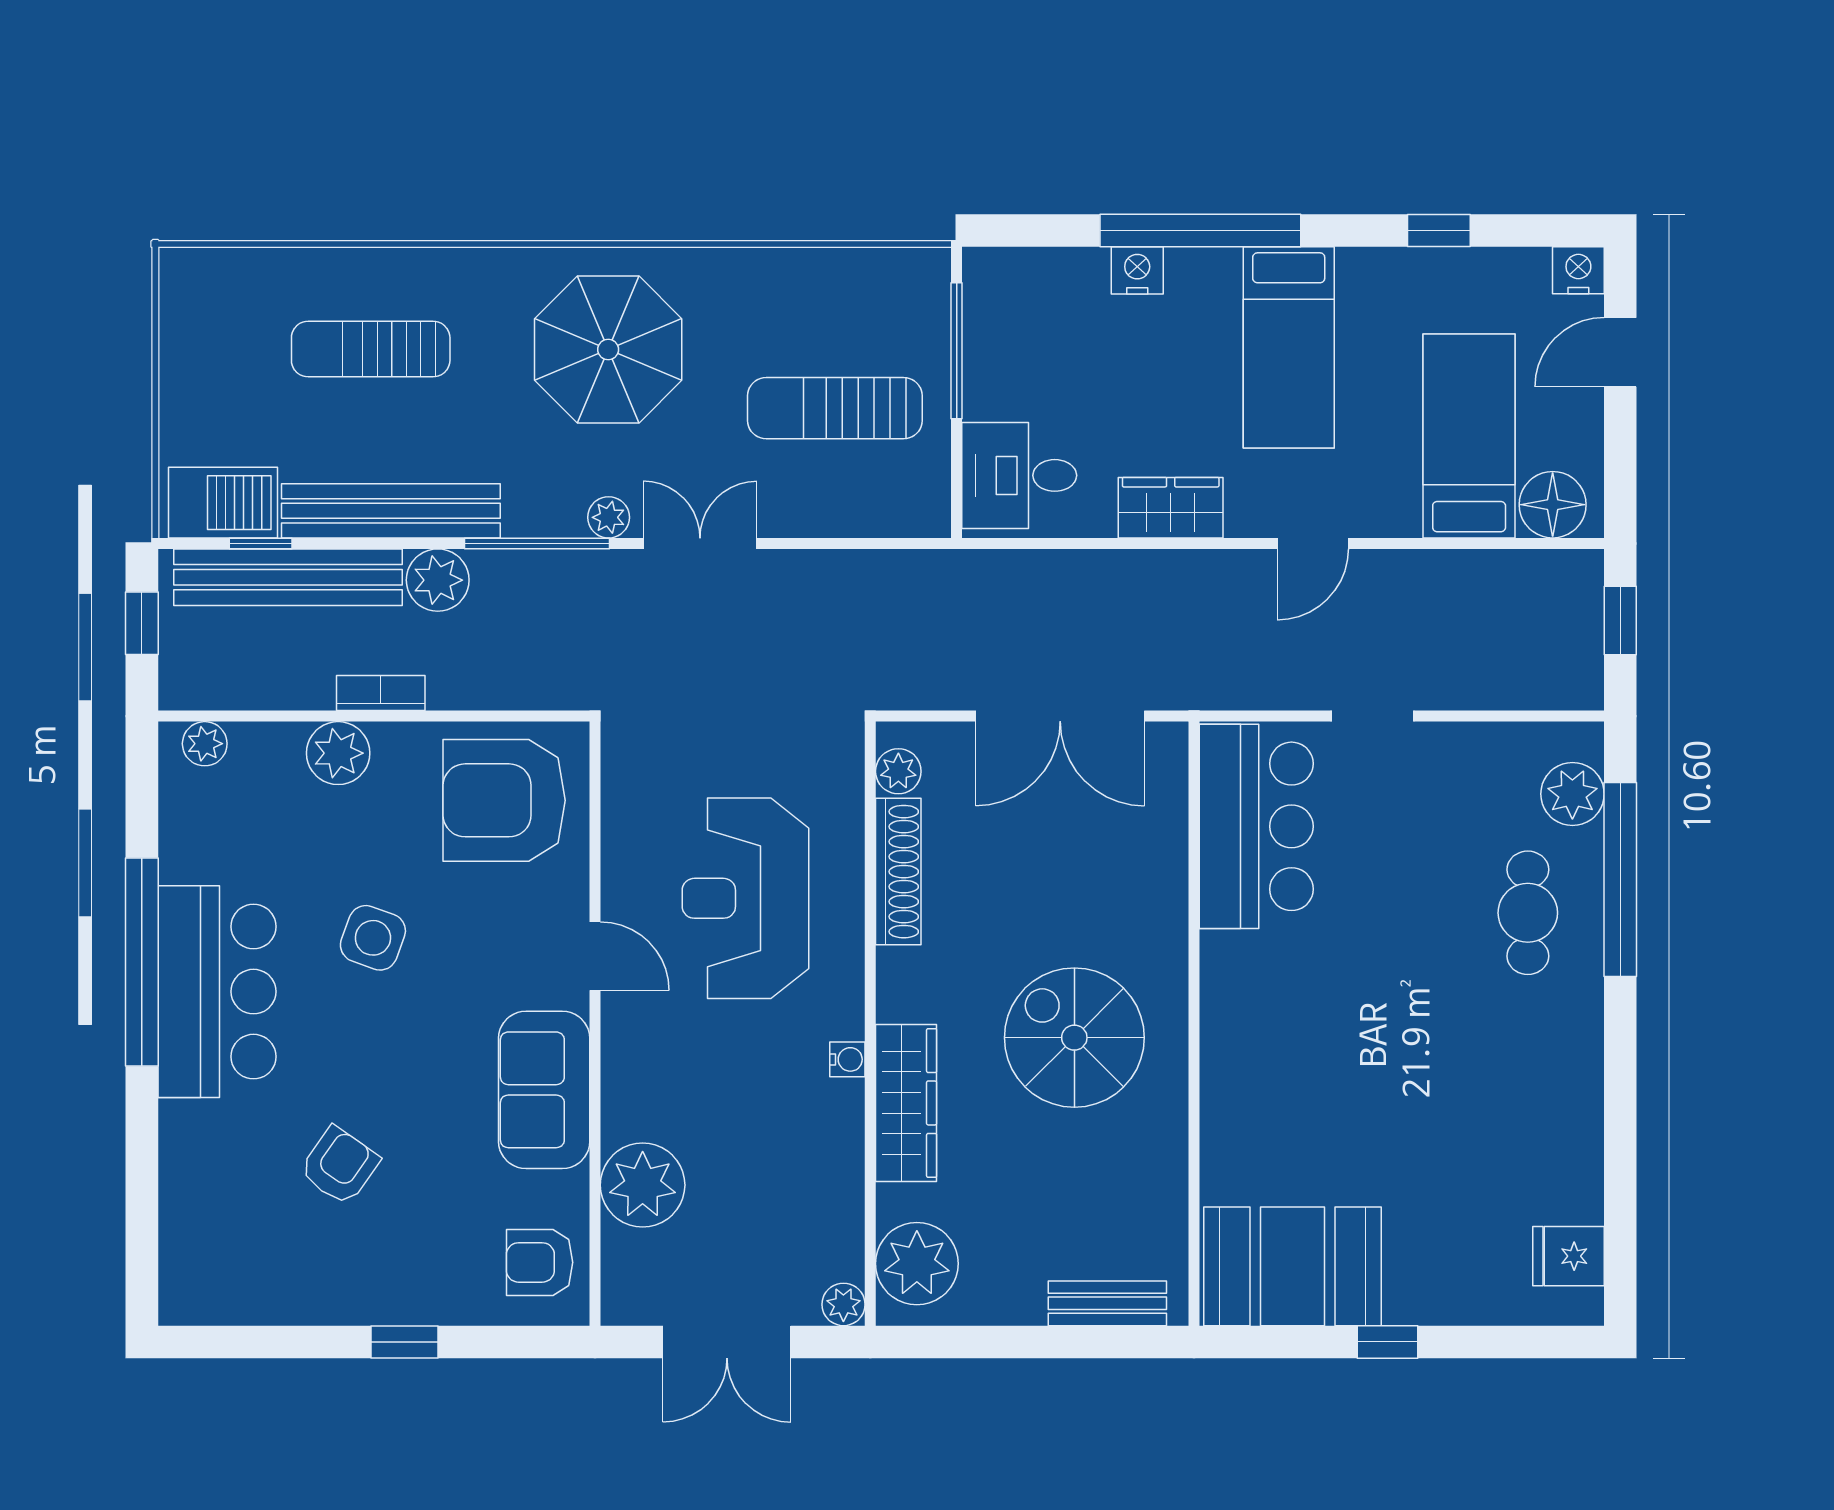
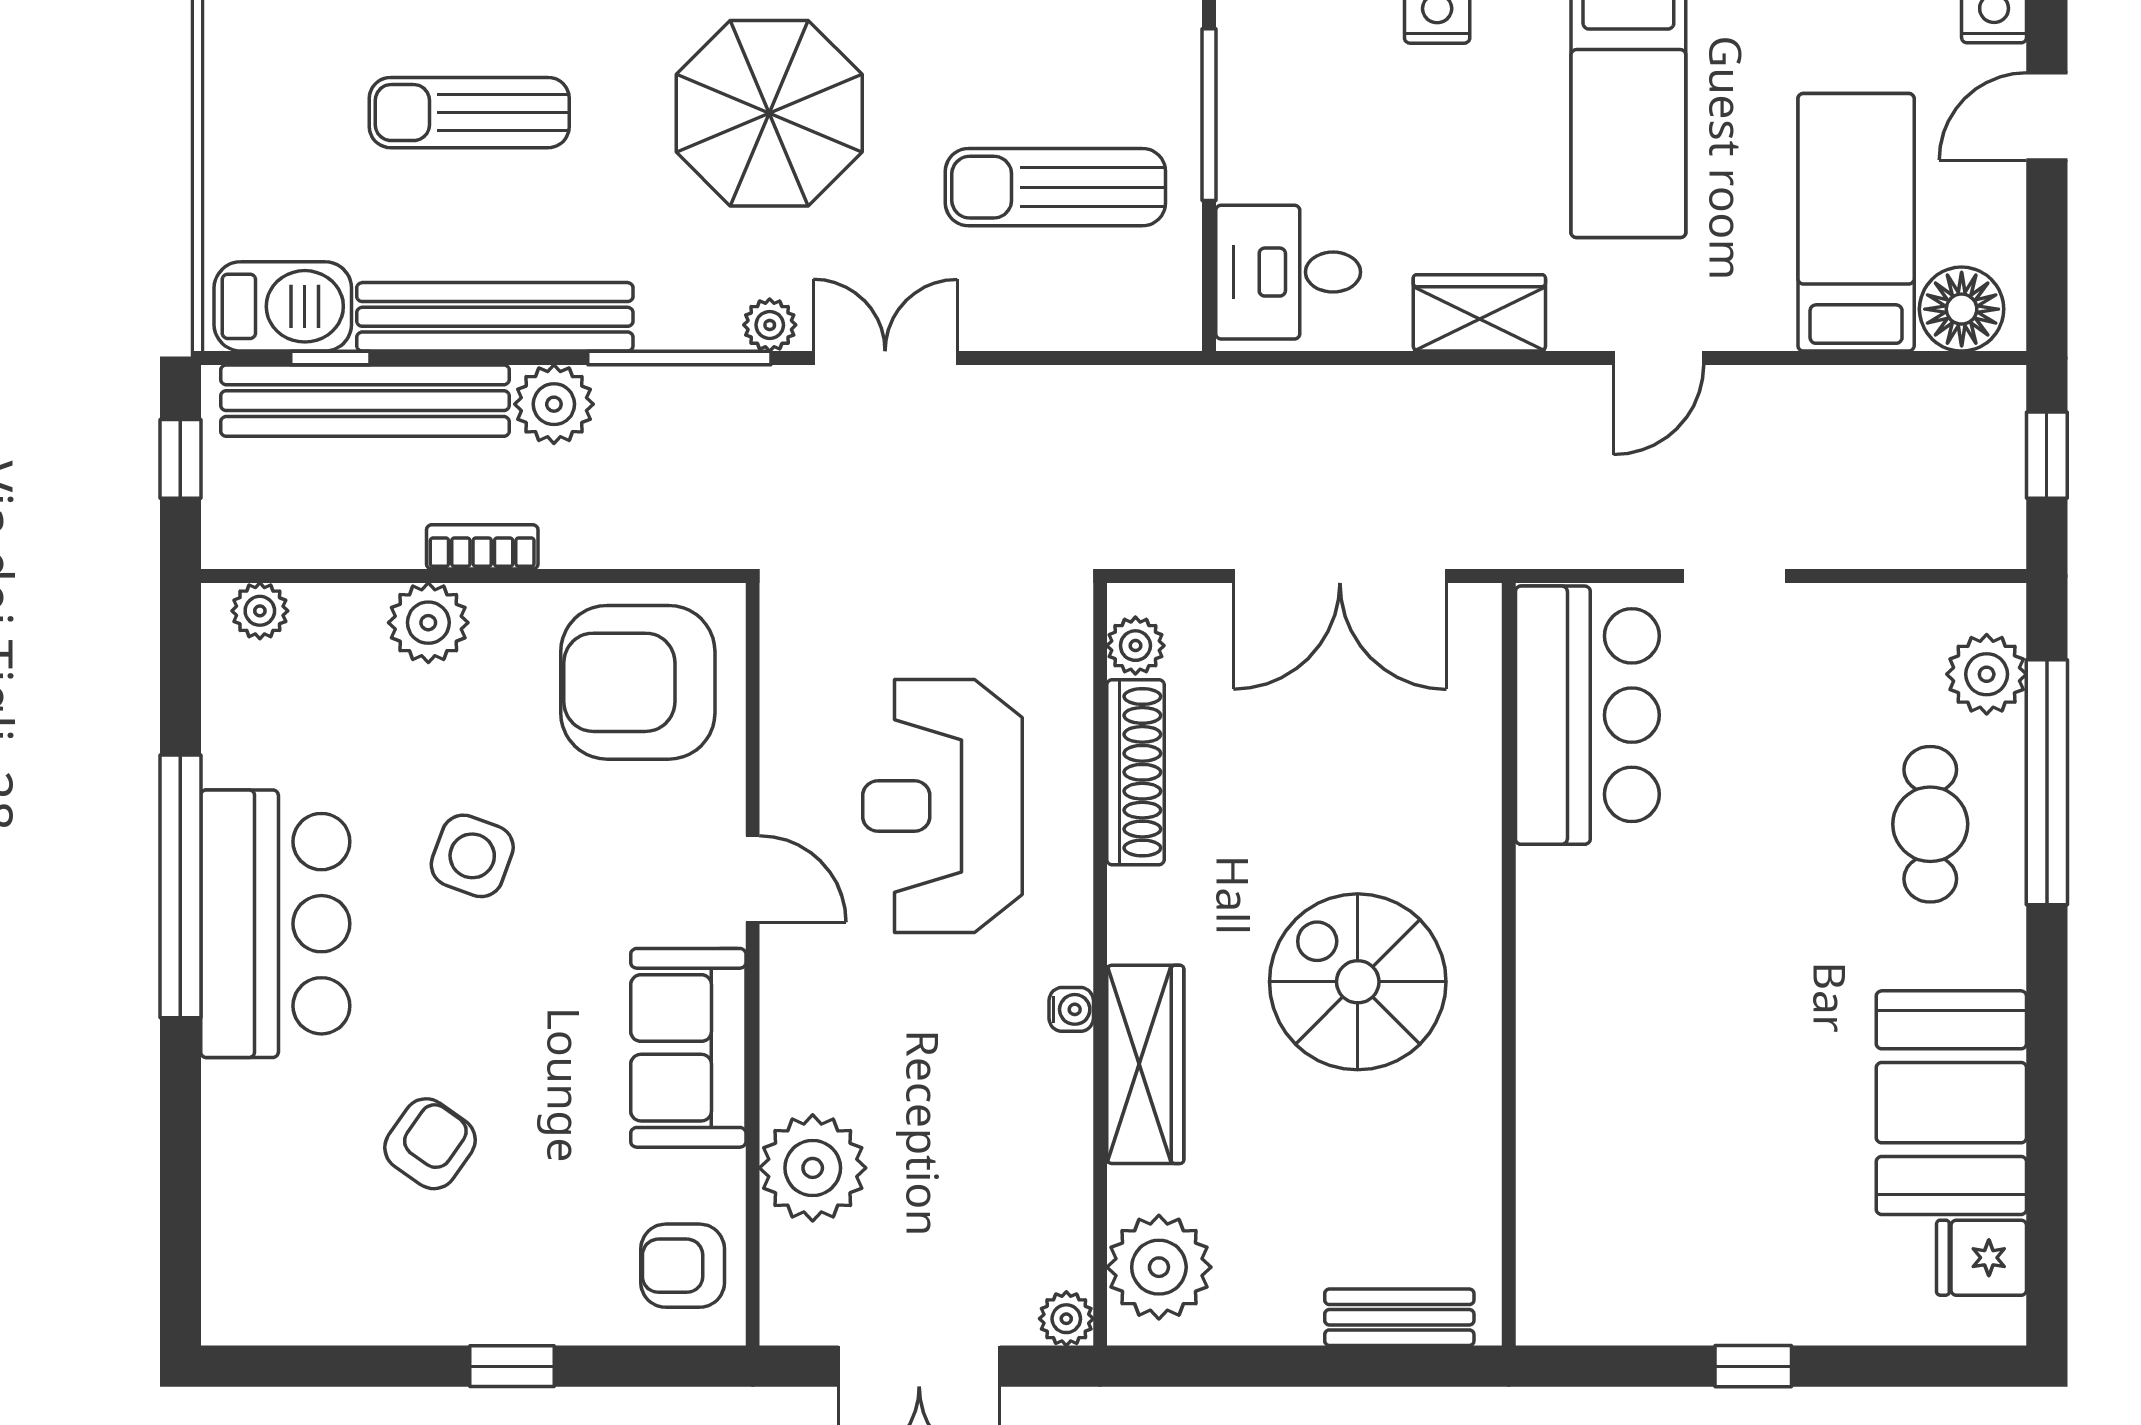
booth: (1293, 1266) -> (1951, 1103), moved, turned 90

